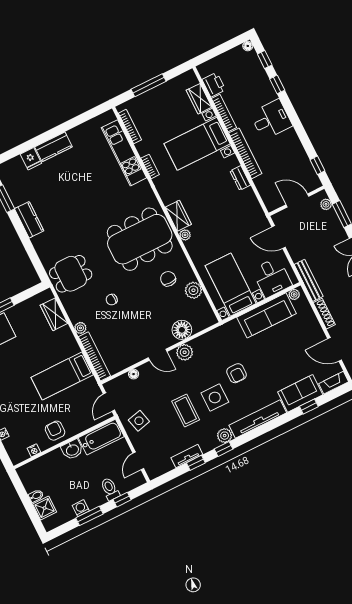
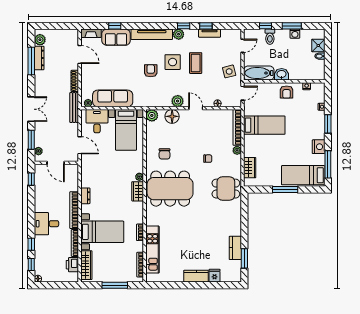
wardrobe: (199, 99) -> (86, 265), width x1.50
kitchen counter: (29, 220) -> (235, 248), moved
plant: (193, 290) -> (152, 115), moved

